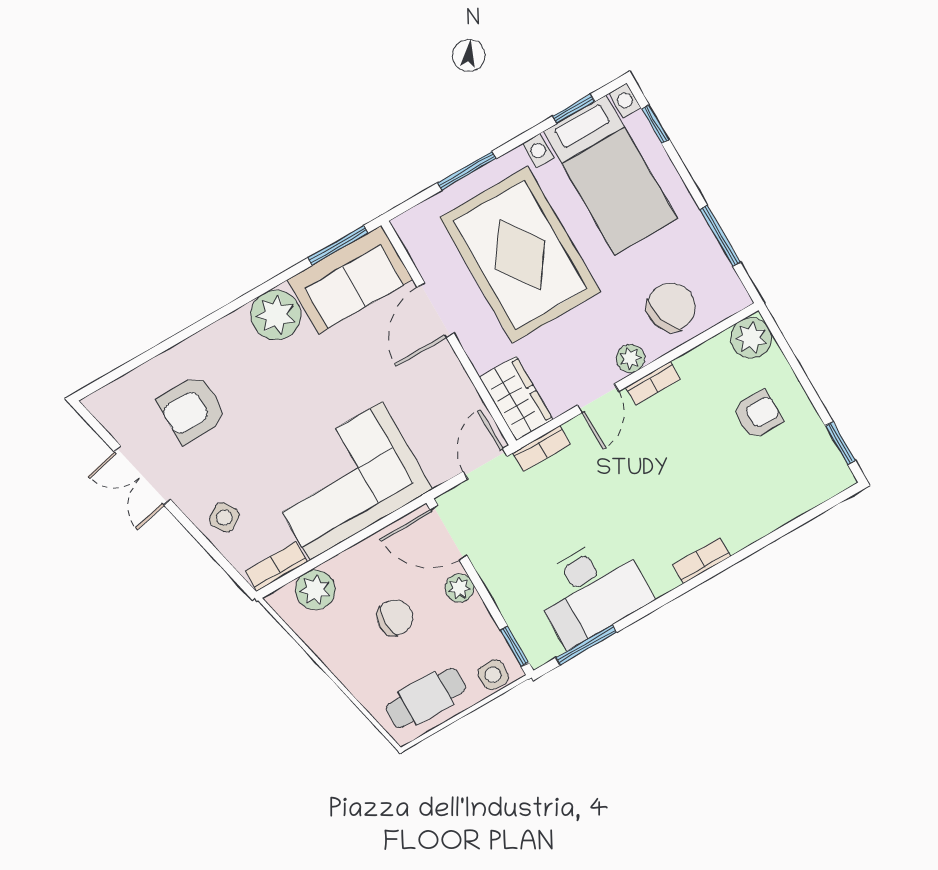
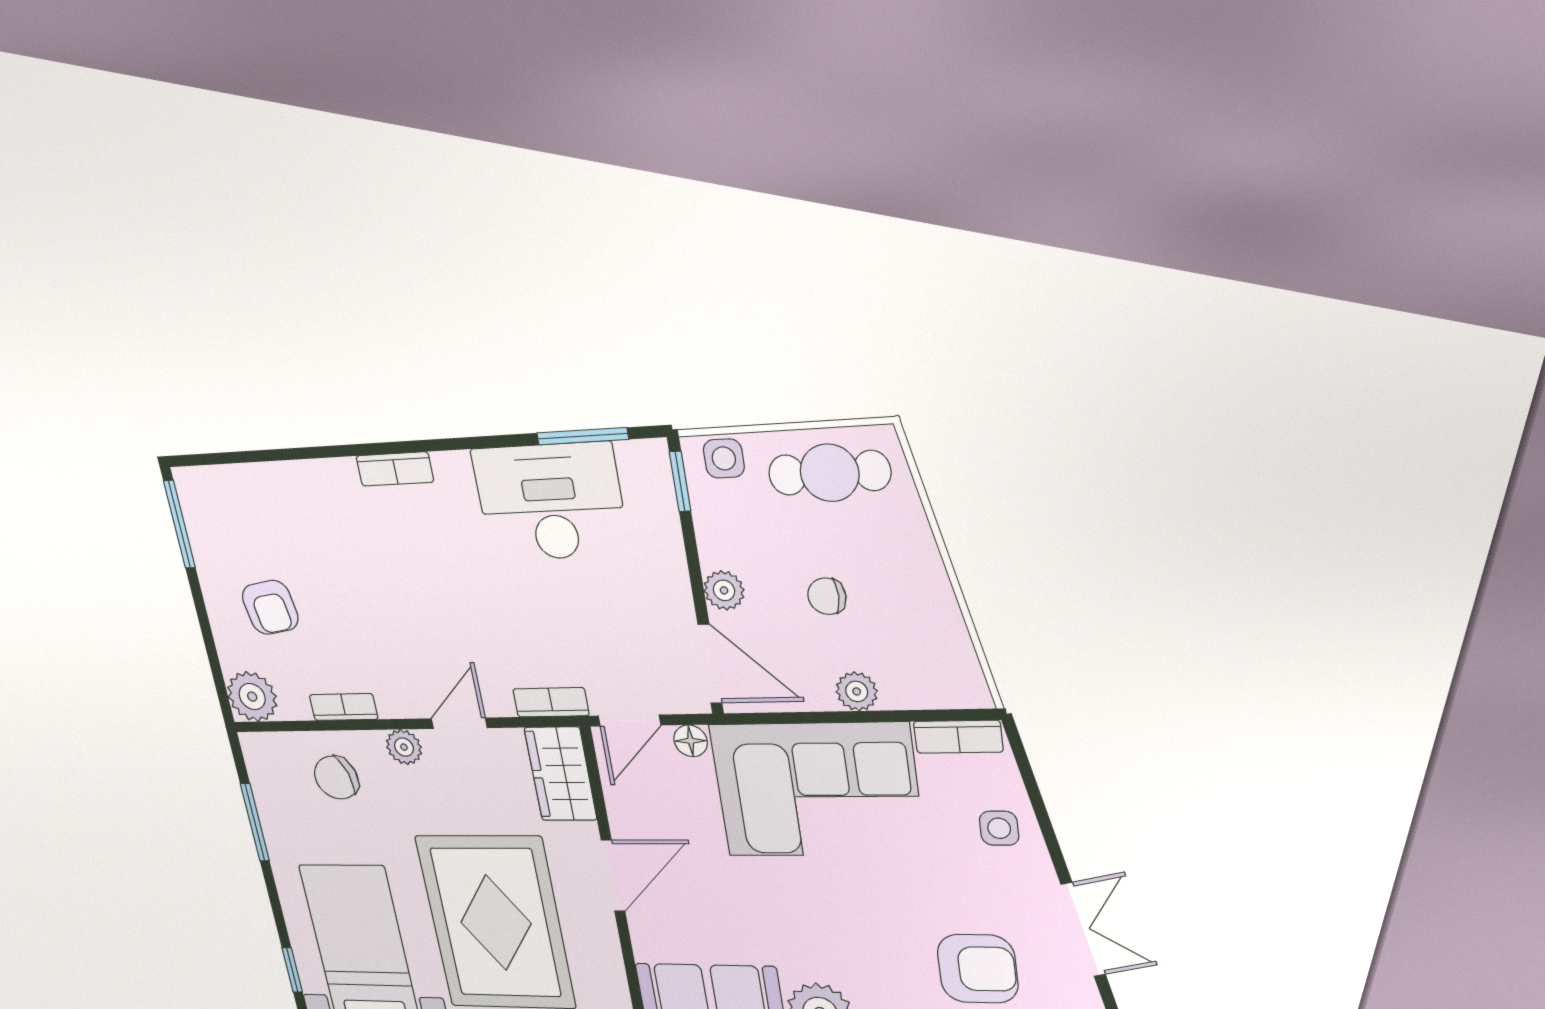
chair: (671, 307) -> (336, 778), width x0.73, depth x0.73
door: (436, 310) -> (613, 876), moved
bookcase: (653, 383) -> (344, 707), moved
armchair: (758, 415) -> (270, 607), turned -99
window: (840, 443) -> (180, 524), width x1.50
floor lamp: (440, 471) -> (691, 741), added
side table: (224, 517) -> (999, 828), turned 34
plant: (315, 590) -> (857, 691), moved, width x0.73, depth x0.73
chair: (395, 618) -> (827, 596), width x0.73, depth x0.73

